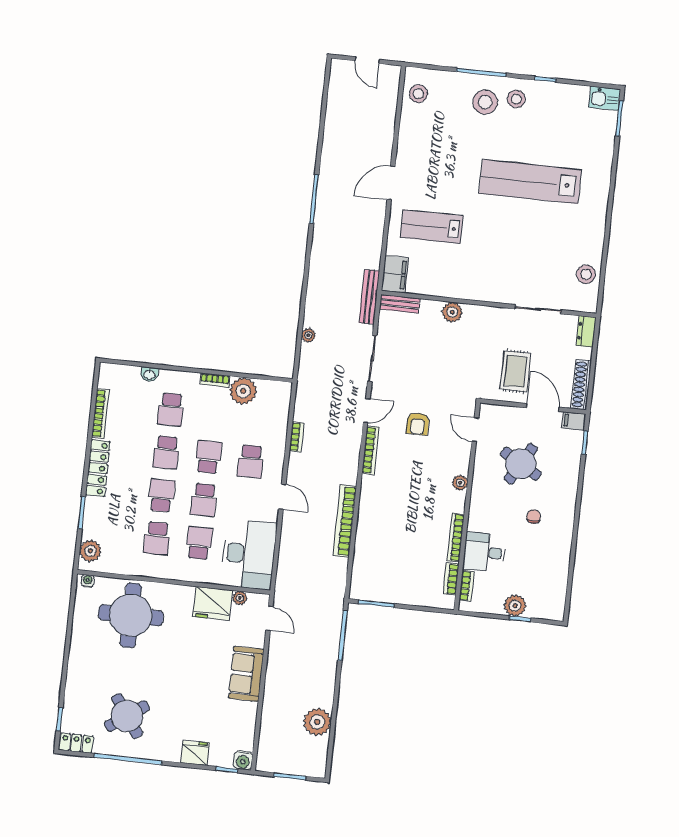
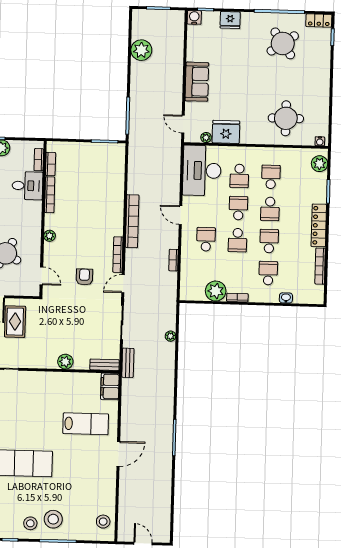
bench: (369, 297) -> (128, 363), width x0.73
bookcase: (345, 521) -> (132, 221), moved
round table: (131, 615) -> (286, 118), width x0.73, depth x0.73

